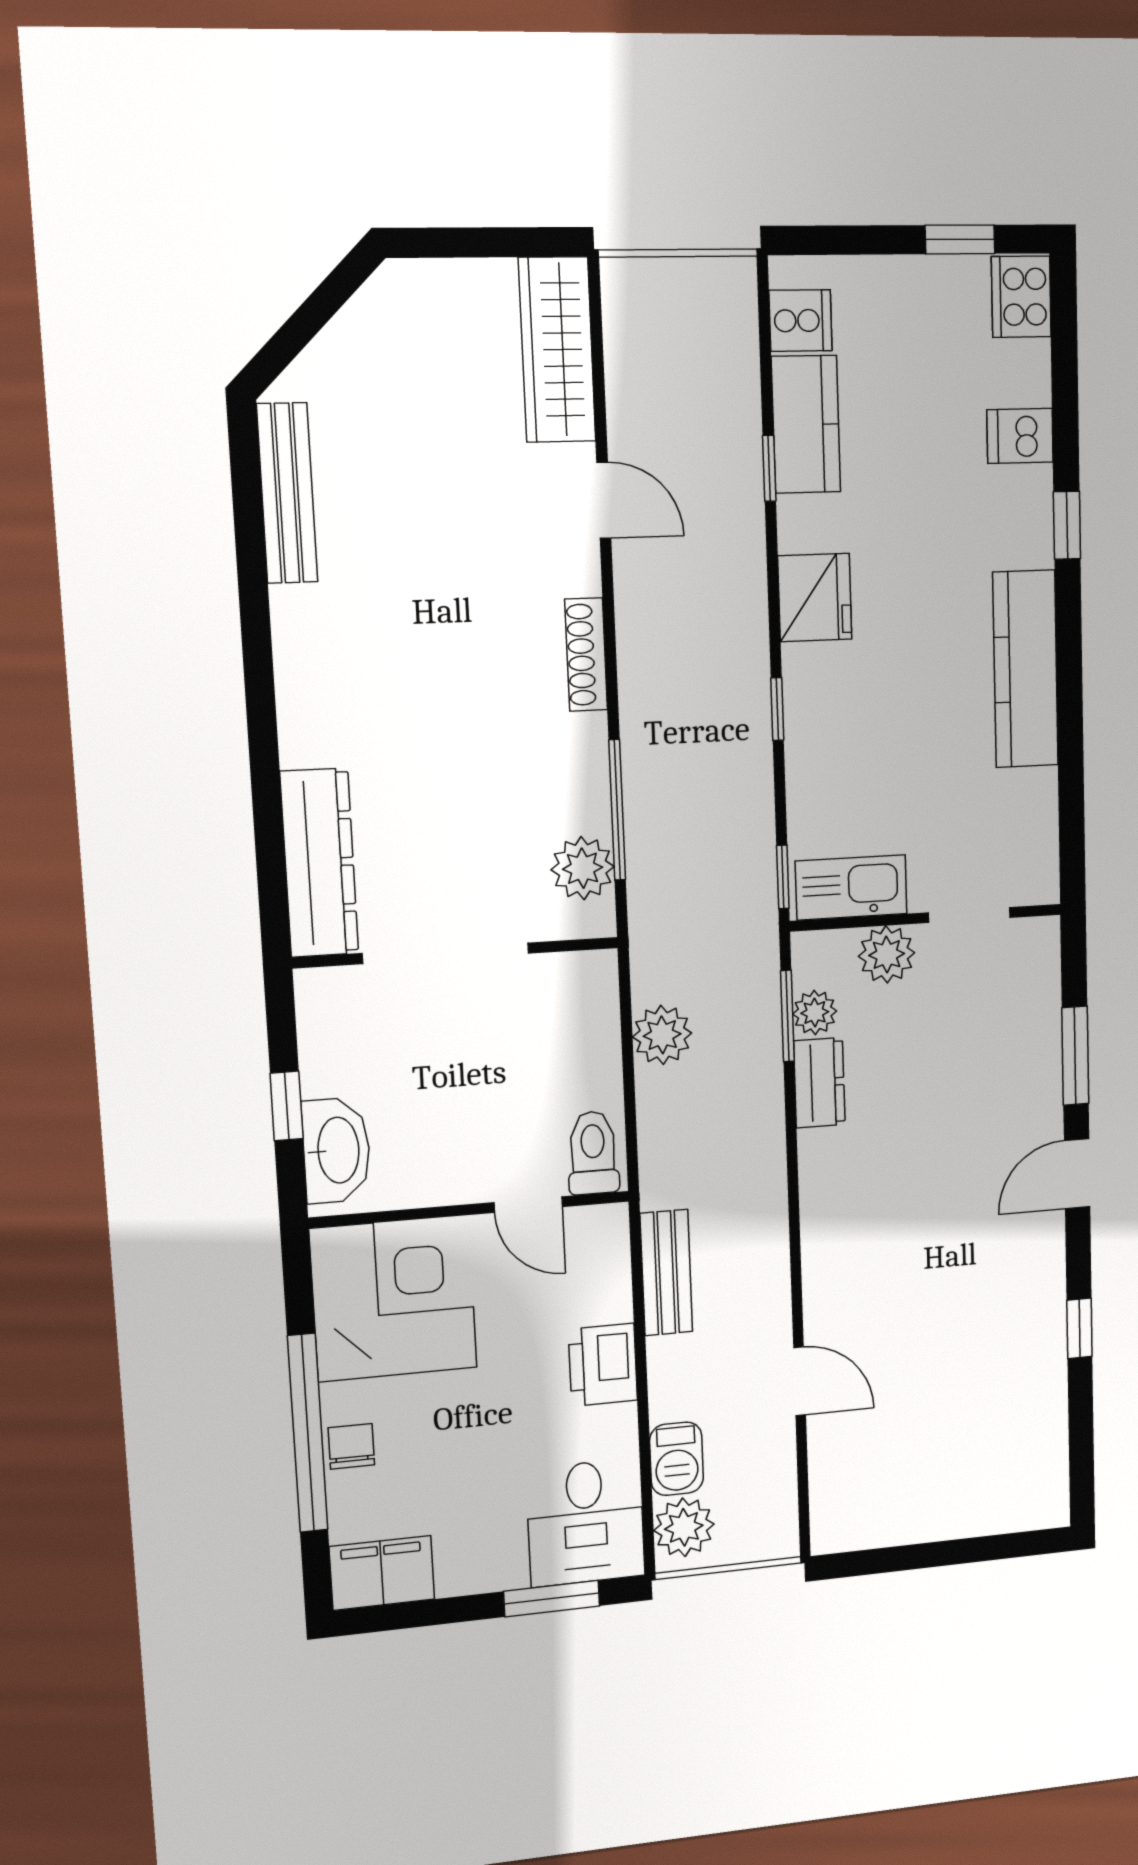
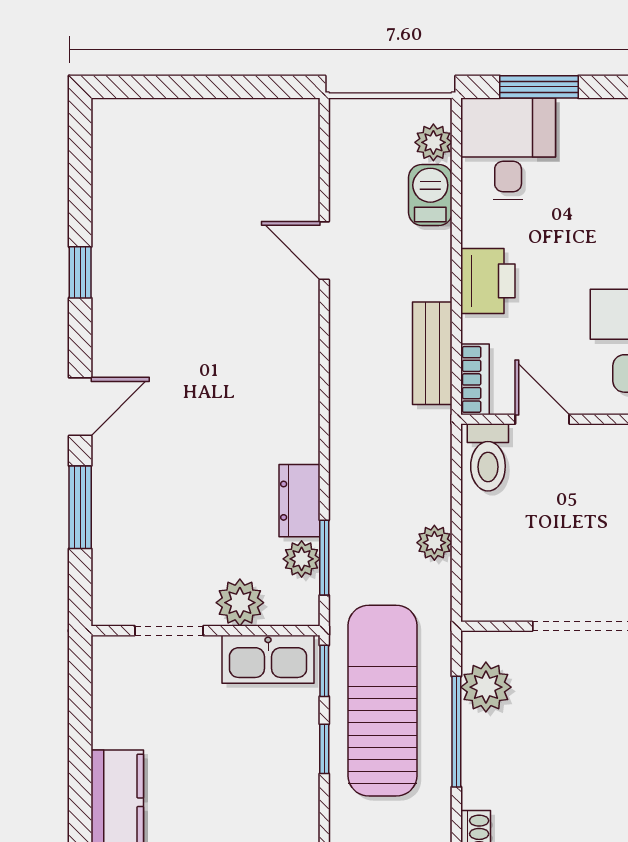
window: (777, 709) -> (324, 749), moved
sun lounger: (710, 844) -> (383, 701), added
plant: (662, 1035) -> (434, 543), width x0.73, depth x0.73
bookcase: (613, 1246) -> (475, 379), added
plant: (684, 1527) -> (433, 142), width x0.73, depth x0.73

